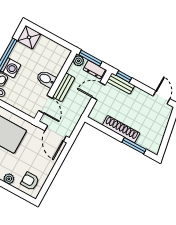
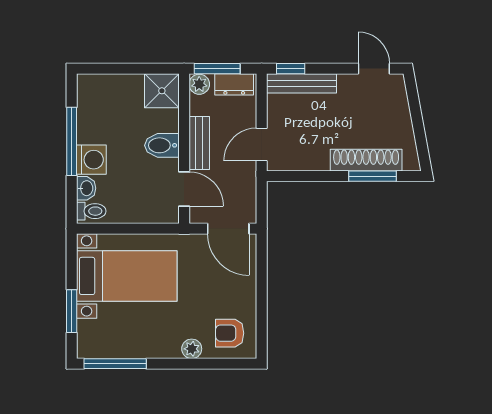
shower: (29, 37) -> (162, 91), moved
bench: (121, 84) -> (302, 83), width x1.36
door: (99, 91) -> (262, 145), moved
shoe rack: (121, 129) -> (366, 160), moved

